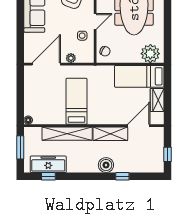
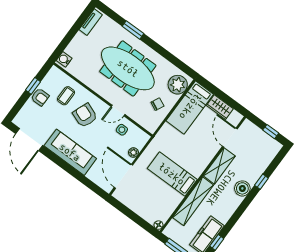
door: (95, 21) -> (118, 110), swing flipped
chair: (105, 51) -> (157, 104), moved

